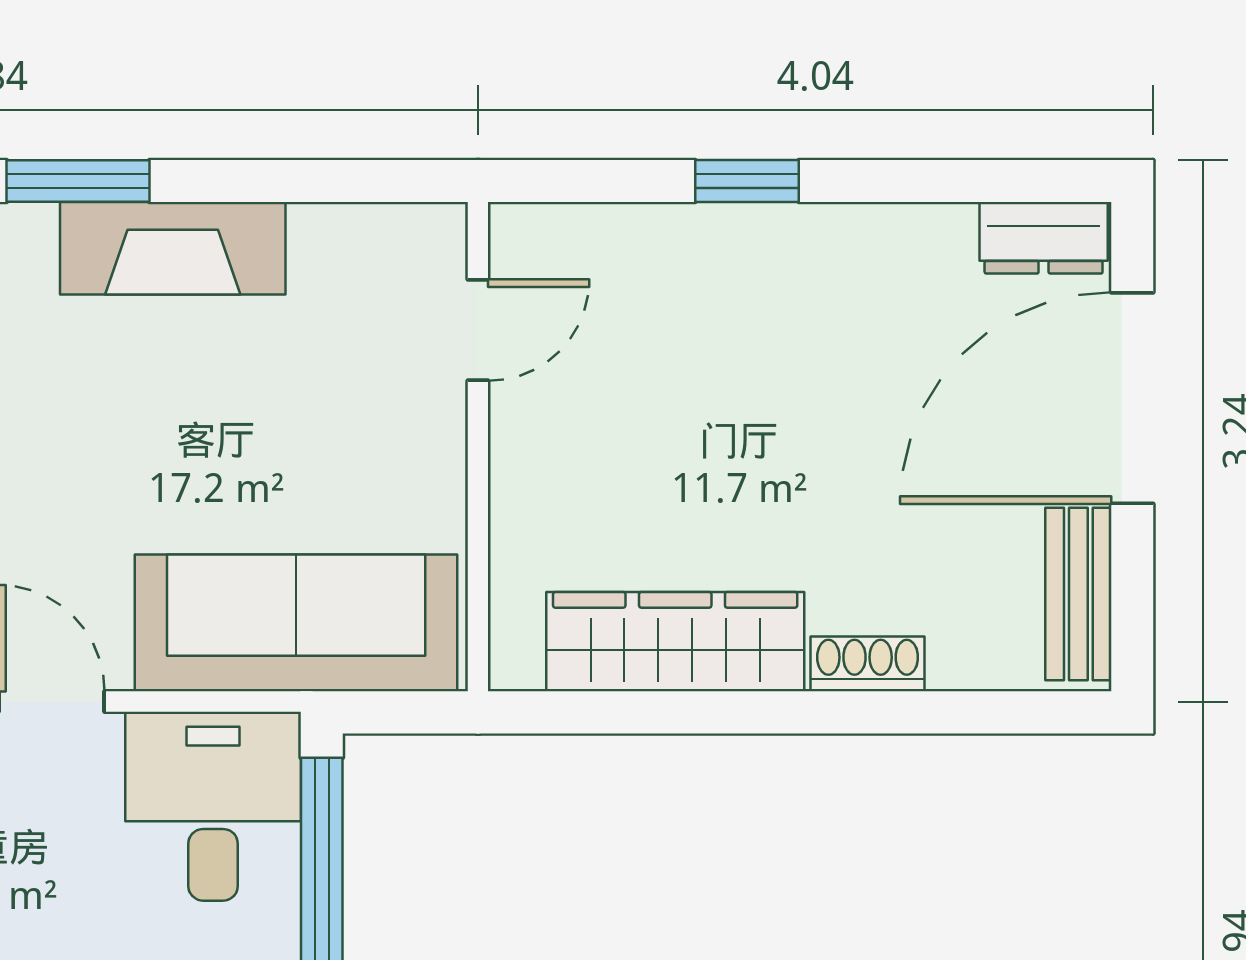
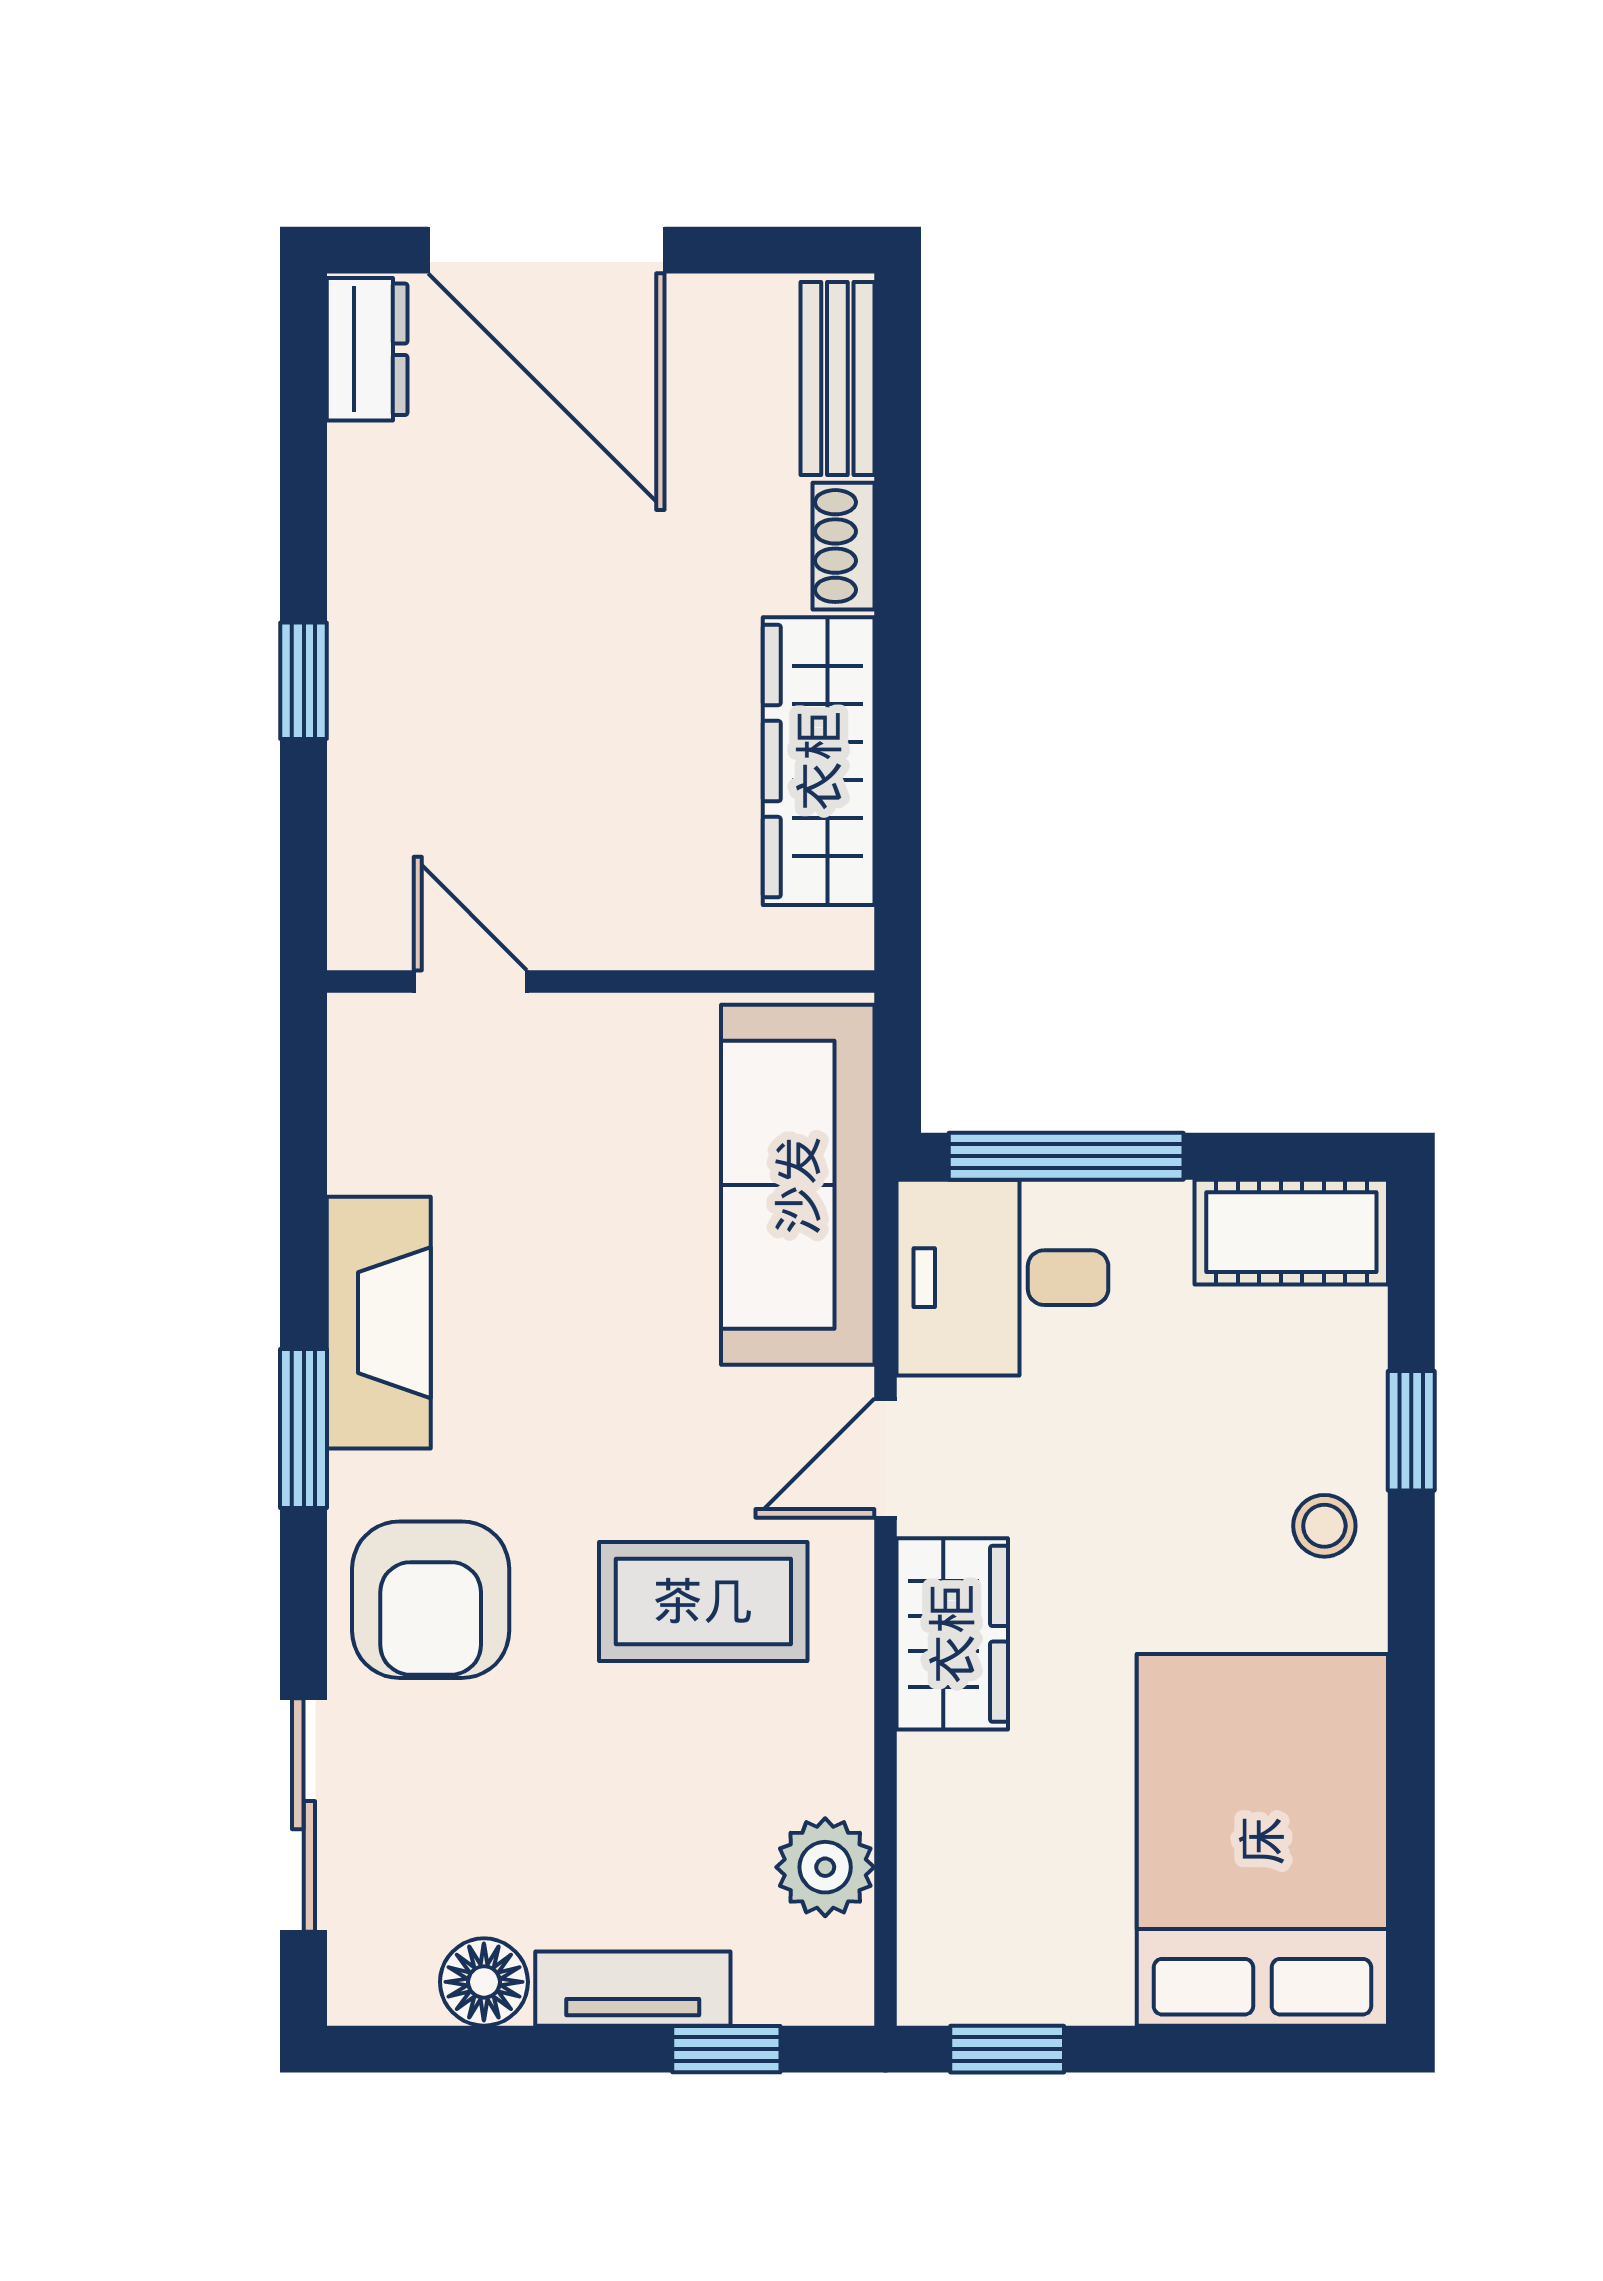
bench: (1078, 594) -> (837, 378), moved, turned 90

